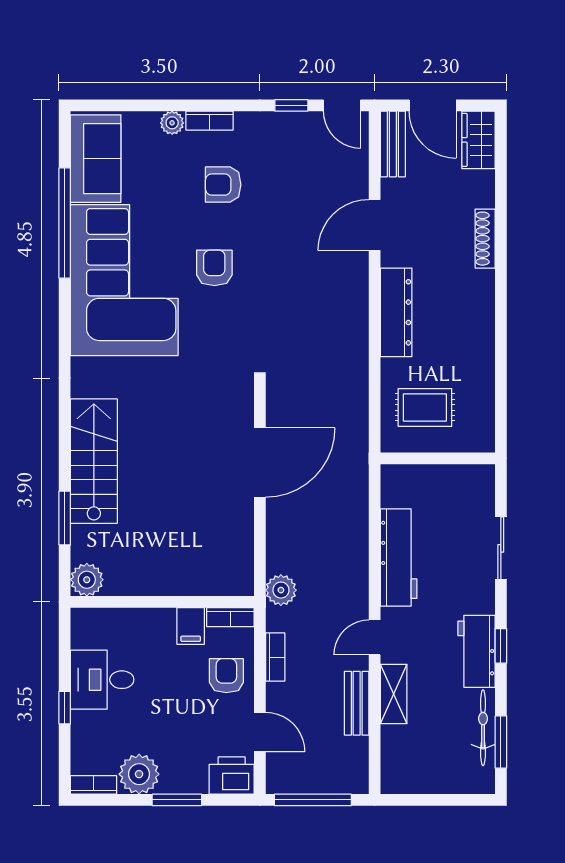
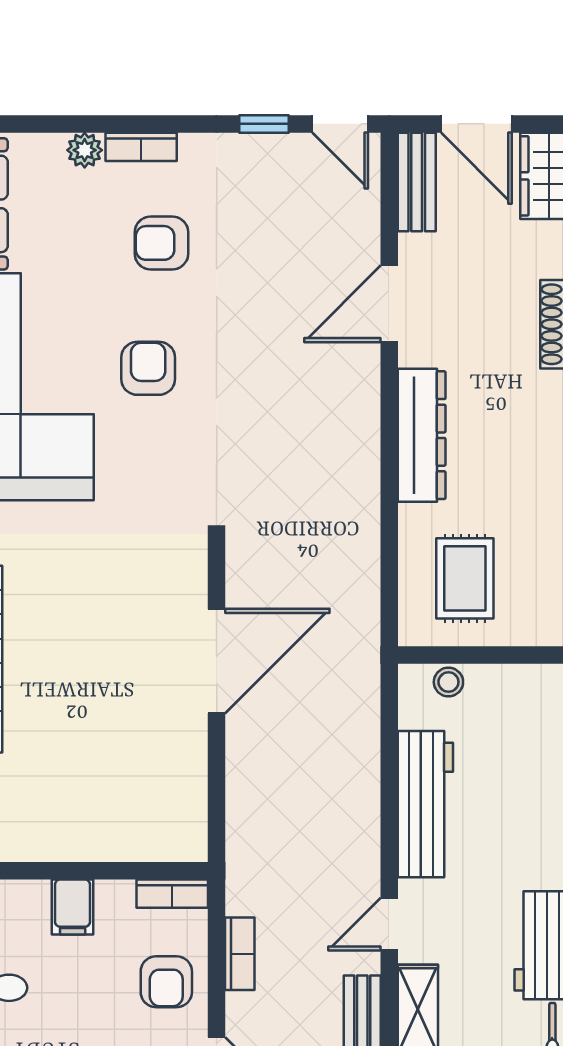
rug: (425, 407) -> (465, 578), turned 90
stool: (414, 476) -> (448, 682), added
plant: (281, 590) -> (248, 853), removed
filing cabinet: (191, 626) -> (73, 907), moved
armchair: (226, 676) -> (166, 982), turned 180

